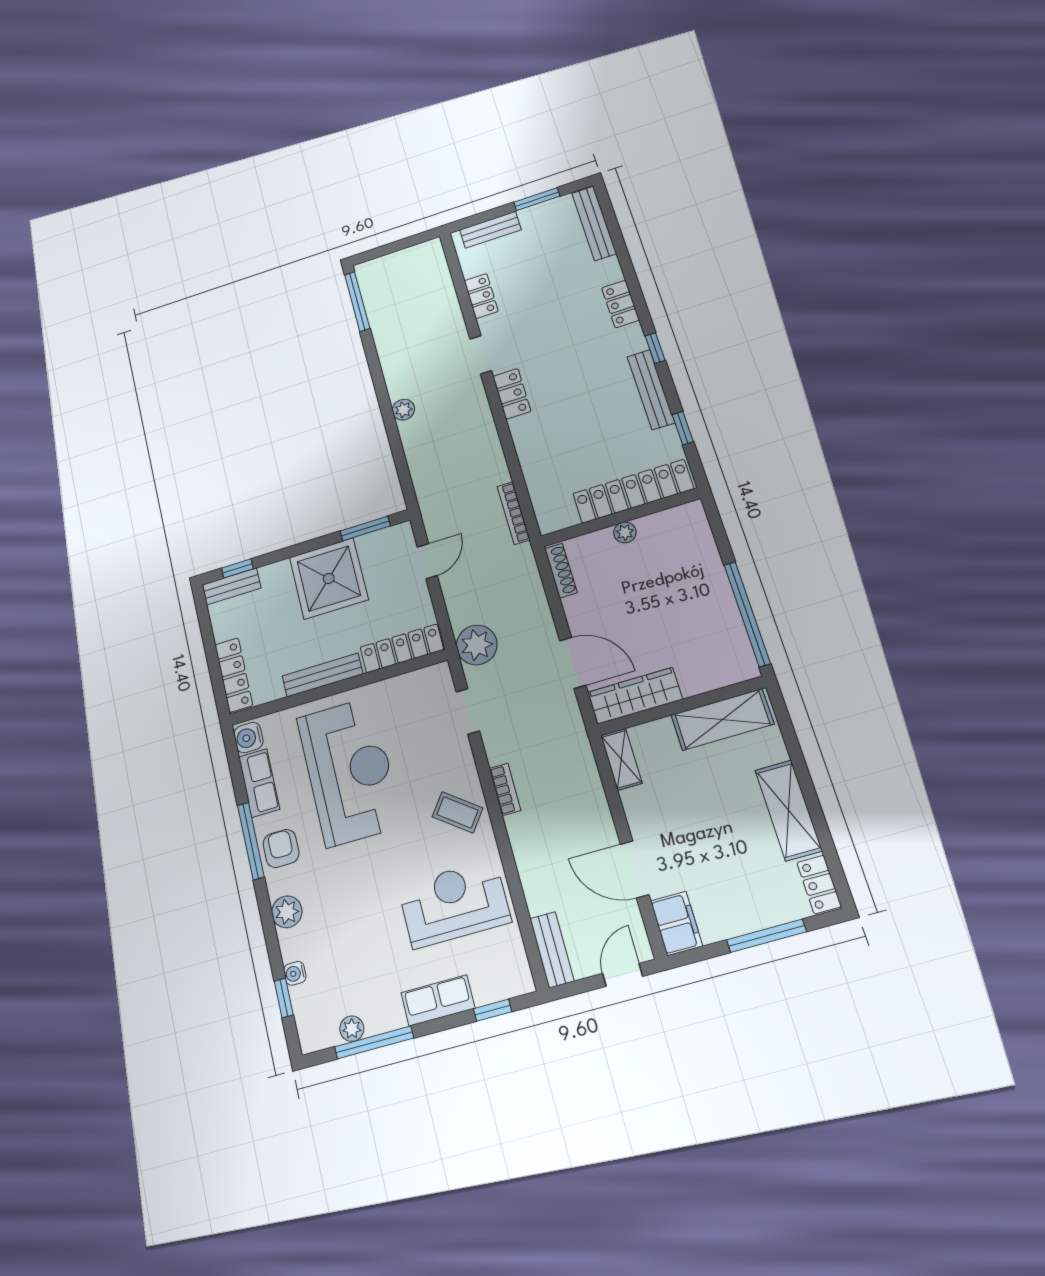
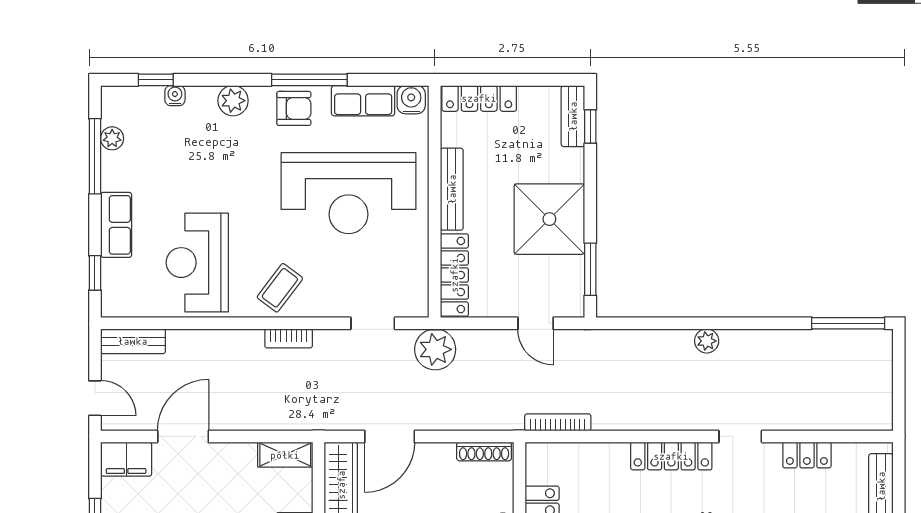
locker: (512, 394) -> (671, 456), width x1.53
reception desk: (454, 904) -> (197, 263), turned 180

